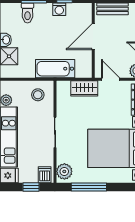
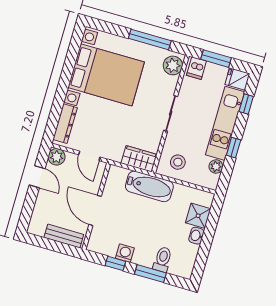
door: (93, 37) -> (95, 210), swing flipped
wardrobe: (84, 88) -> (139, 159), moved
window: (31, 187) -> (216, 59), width x1.50

